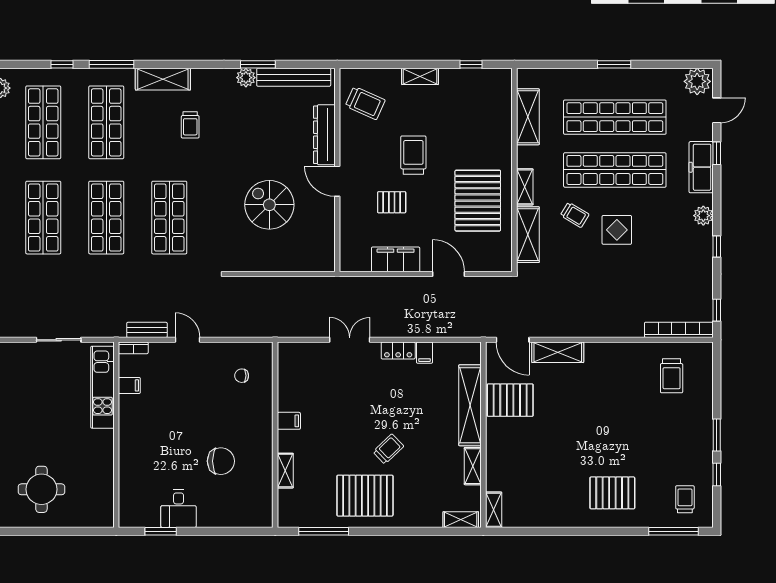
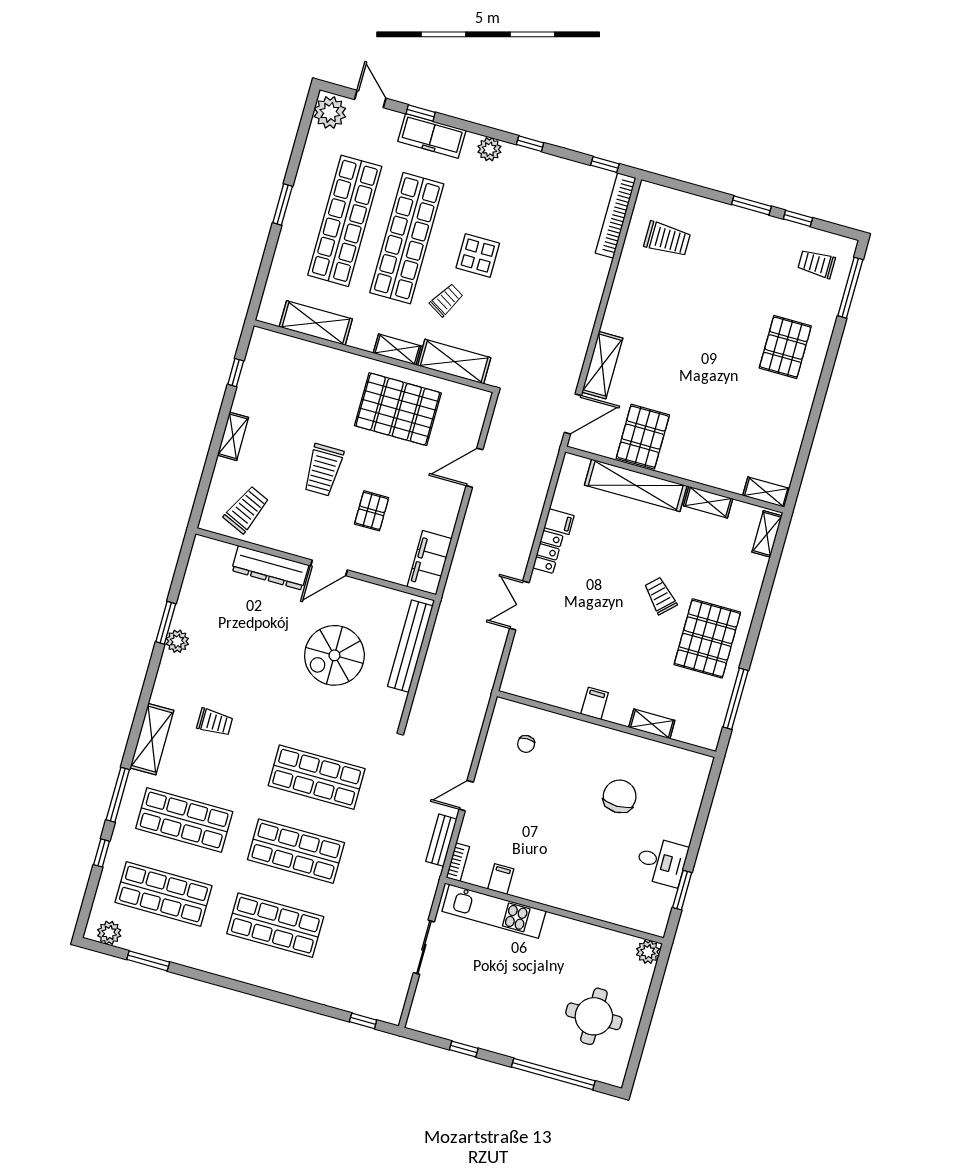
bench: (294, 77) -> (410, 646), moved
trolley: (413, 155) -> (323, 470), turned -90
filing cabinet: (396, 259) -> (429, 563), moved
plant: (104, 518) -> (648, 952), added

